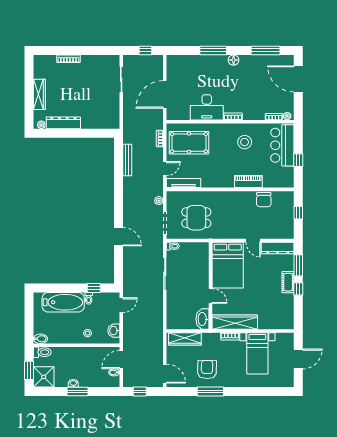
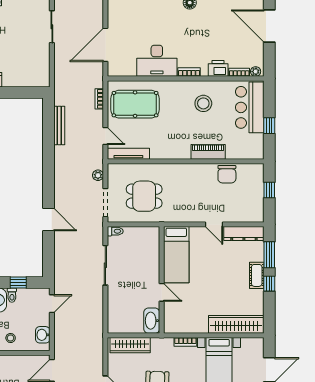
printer: (257, 114) -> (218, 68), added
door: (165, 169) -> (105, 136), hinge flipped
bed: (228, 265) -> (176, 255), width x0.67
wardrobe: (235, 322) -> (236, 324), moved

